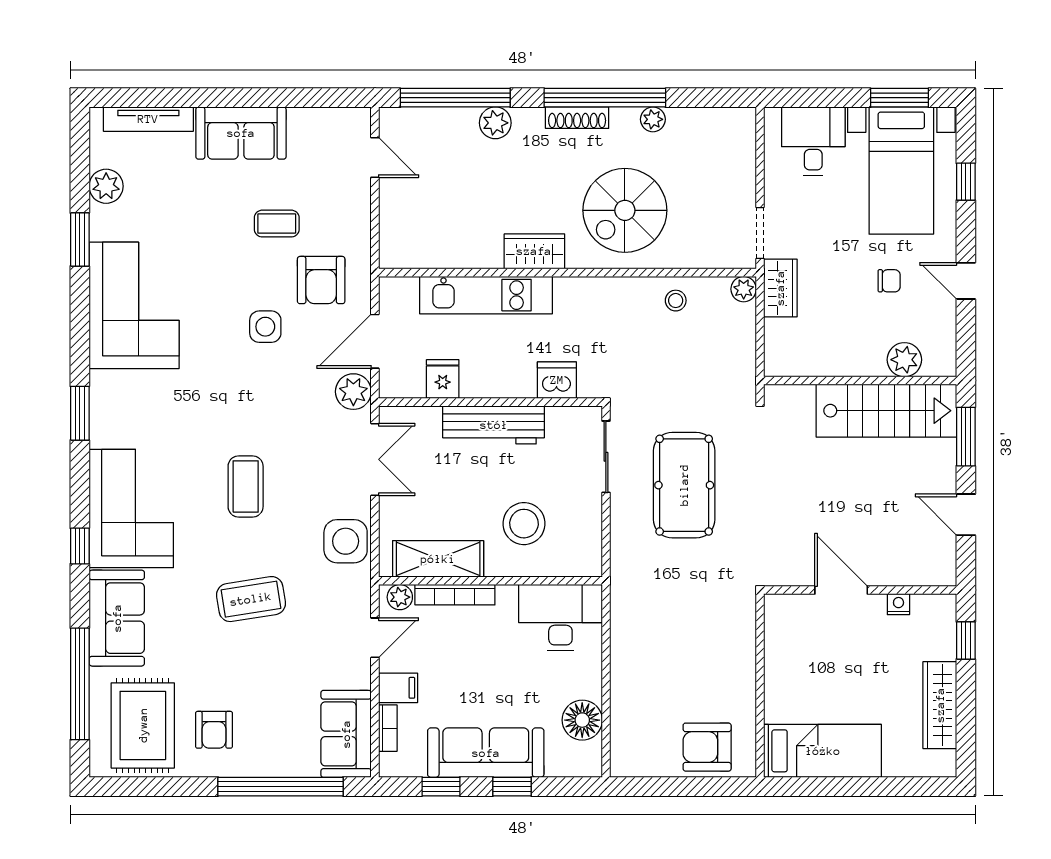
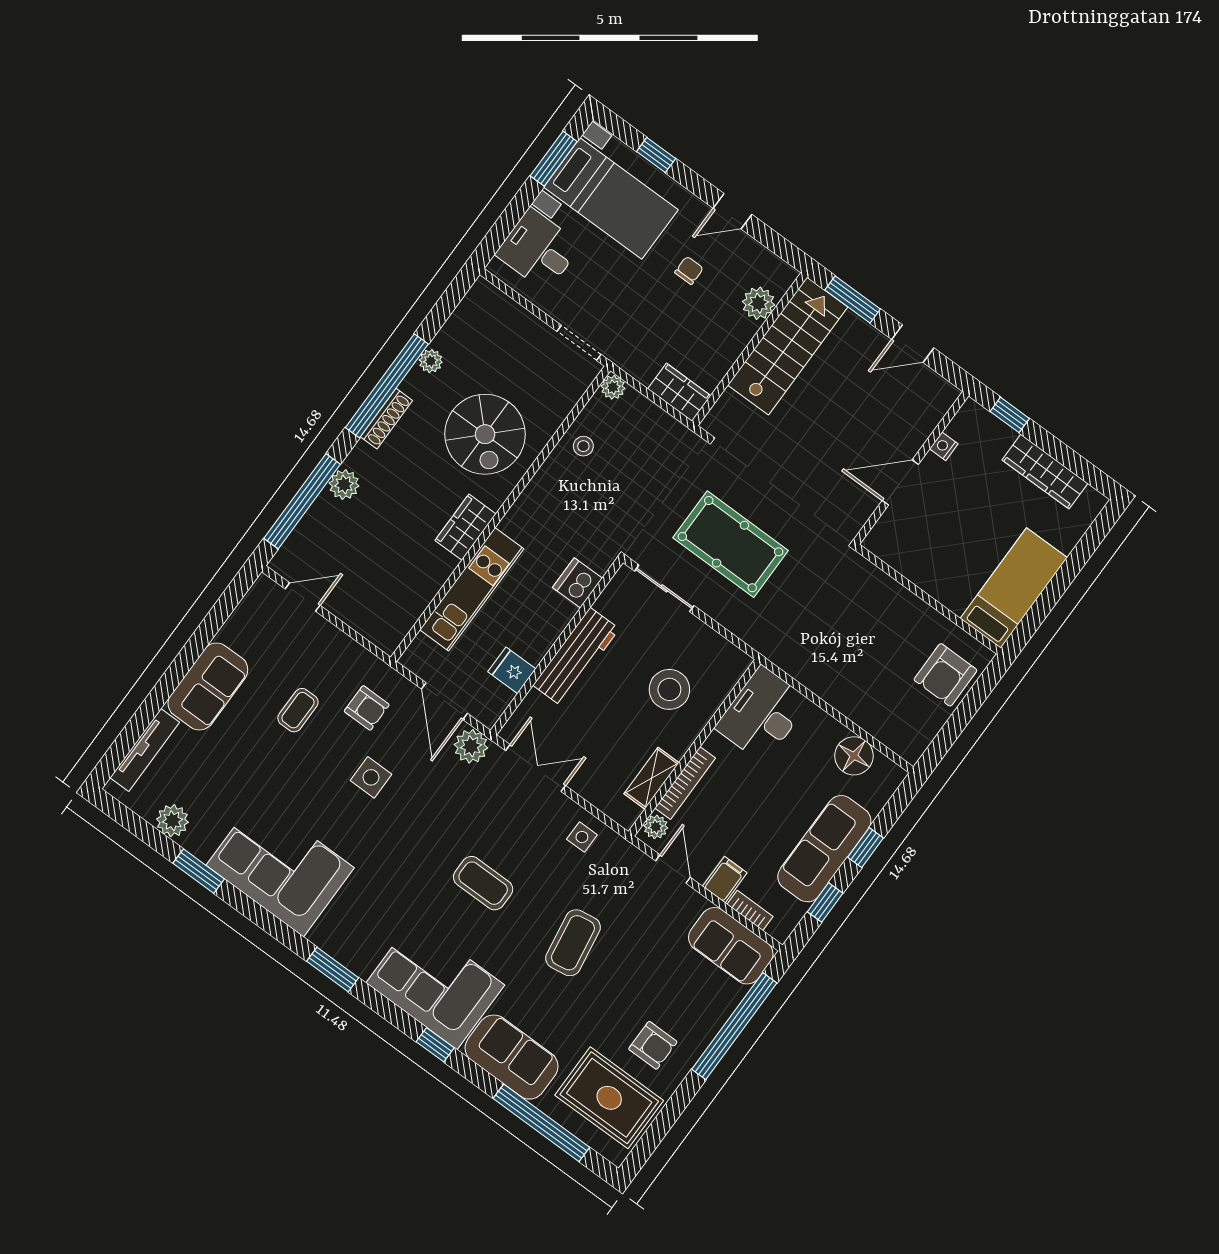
armchair: (321, 280) -> (367, 708), width x0.72, depth x0.72
wardrobe: (780, 288) -> (679, 392), moved
side table: (346, 541) -> (582, 837), width x0.54, depth x0.54
shelving: (438, 559) -> (652, 778), width x0.67, depth x0.75

